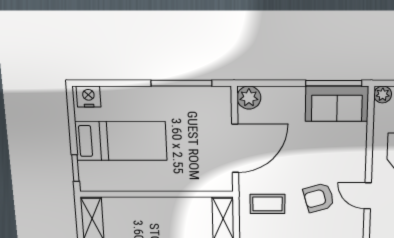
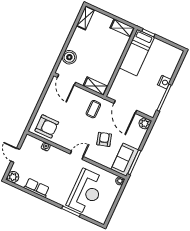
nightstand: (89, 96) -> (164, 82), moved
bed: (121, 141) -> (137, 53), moved
armchair: (319, 198) -> (104, 139), moved

